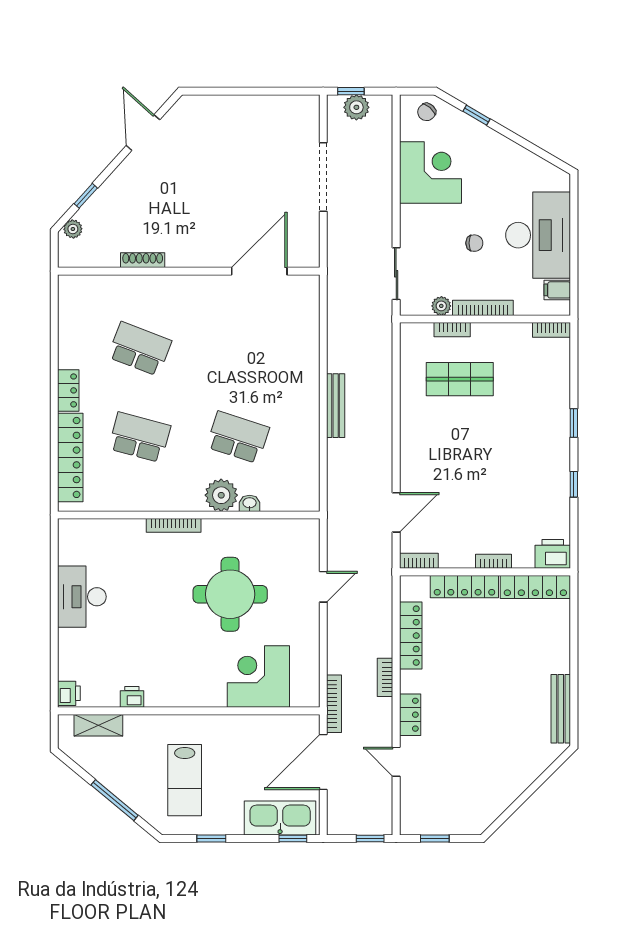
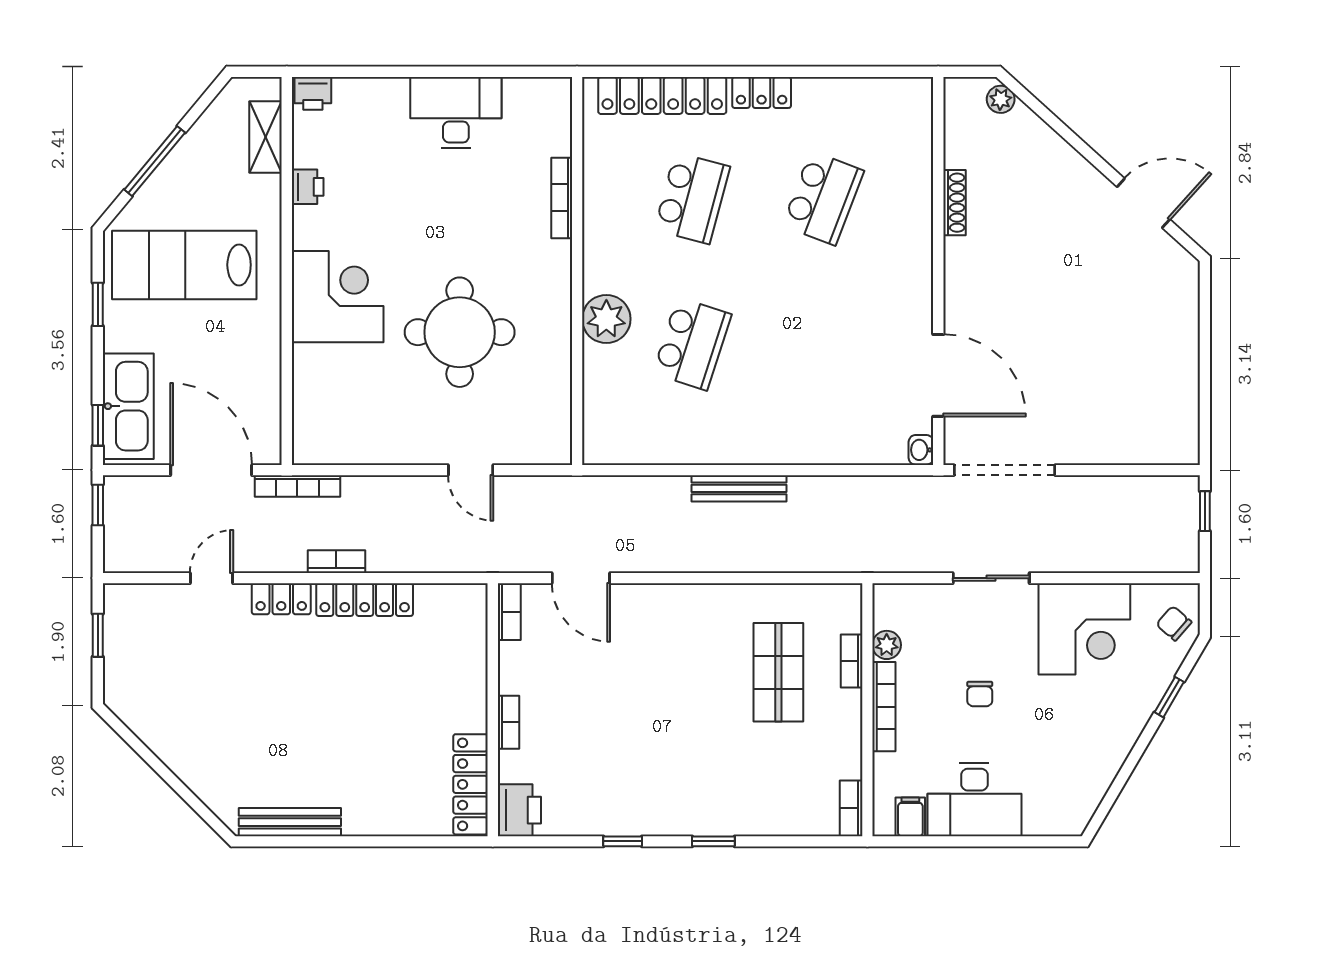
plant: (356, 107) -> (1181, 519), removed
doorway: (323, 177) -> (1004, 470), moved
window: (86, 196) -> (1050, 118), removed
desk: (538, 235) -> (974, 799), width x0.73, depth x0.77
sliding door: (396, 274) -> (991, 578), moved
washbasin: (250, 503) -> (921, 450), moved, turned 180
bookcase: (174, 525) -> (562, 198), moved
locker: (464, 587) -> (471, 679), removed
locker: (411, 636) -> (365, 600), moved
corner desk: (258, 677) -> (338, 297), moved
lab bench: (185, 780) -> (184, 265), width x1.36, depth x1.39
window: (370, 839) -> (98, 505), moved

